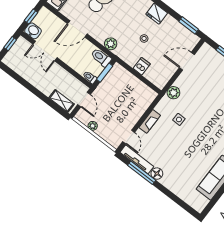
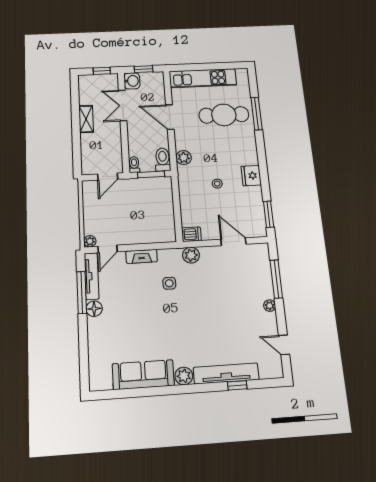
dishwasher: (142, 66) -> (191, 234), moved
shelving: (62, 101) -> (86, 119), moved
plant: (93, 126) -> (90, 241), moved

